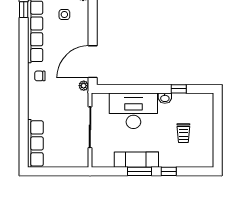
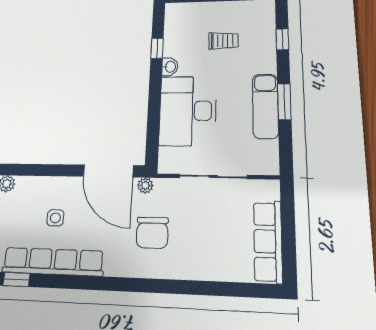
side table: (64, 15) -> (55, 218), moved
chair: (40, 76) -> (152, 233), moved, width x1.87, depth x1.87
row of seats: (35, 143) -> (268, 241), moved, turned -90
window: (169, 171) -> (282, 39), moved

